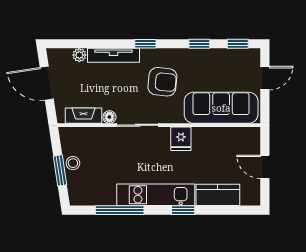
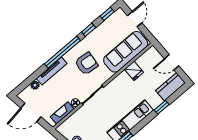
window: (145, 44) -> (62, 52), width x3.17
fridge: (181, 139) -> (134, 71), moved
kitchen counter: (218, 195) -> (171, 87), moved
window: (183, 210) -> (162, 107), moved

